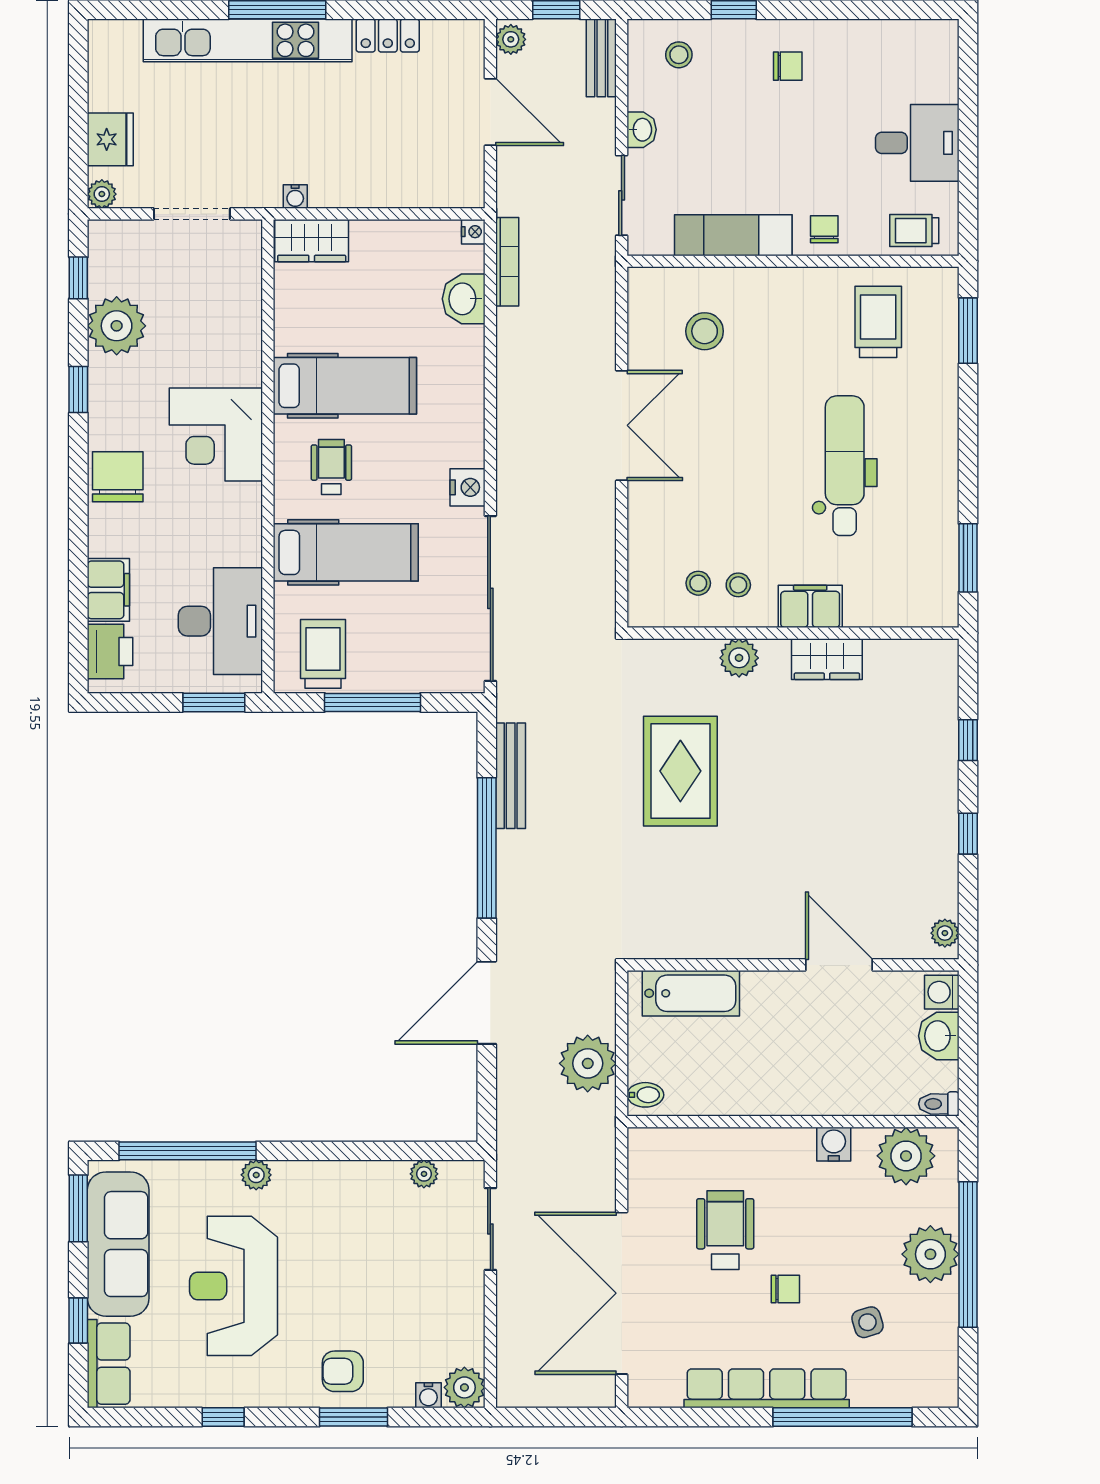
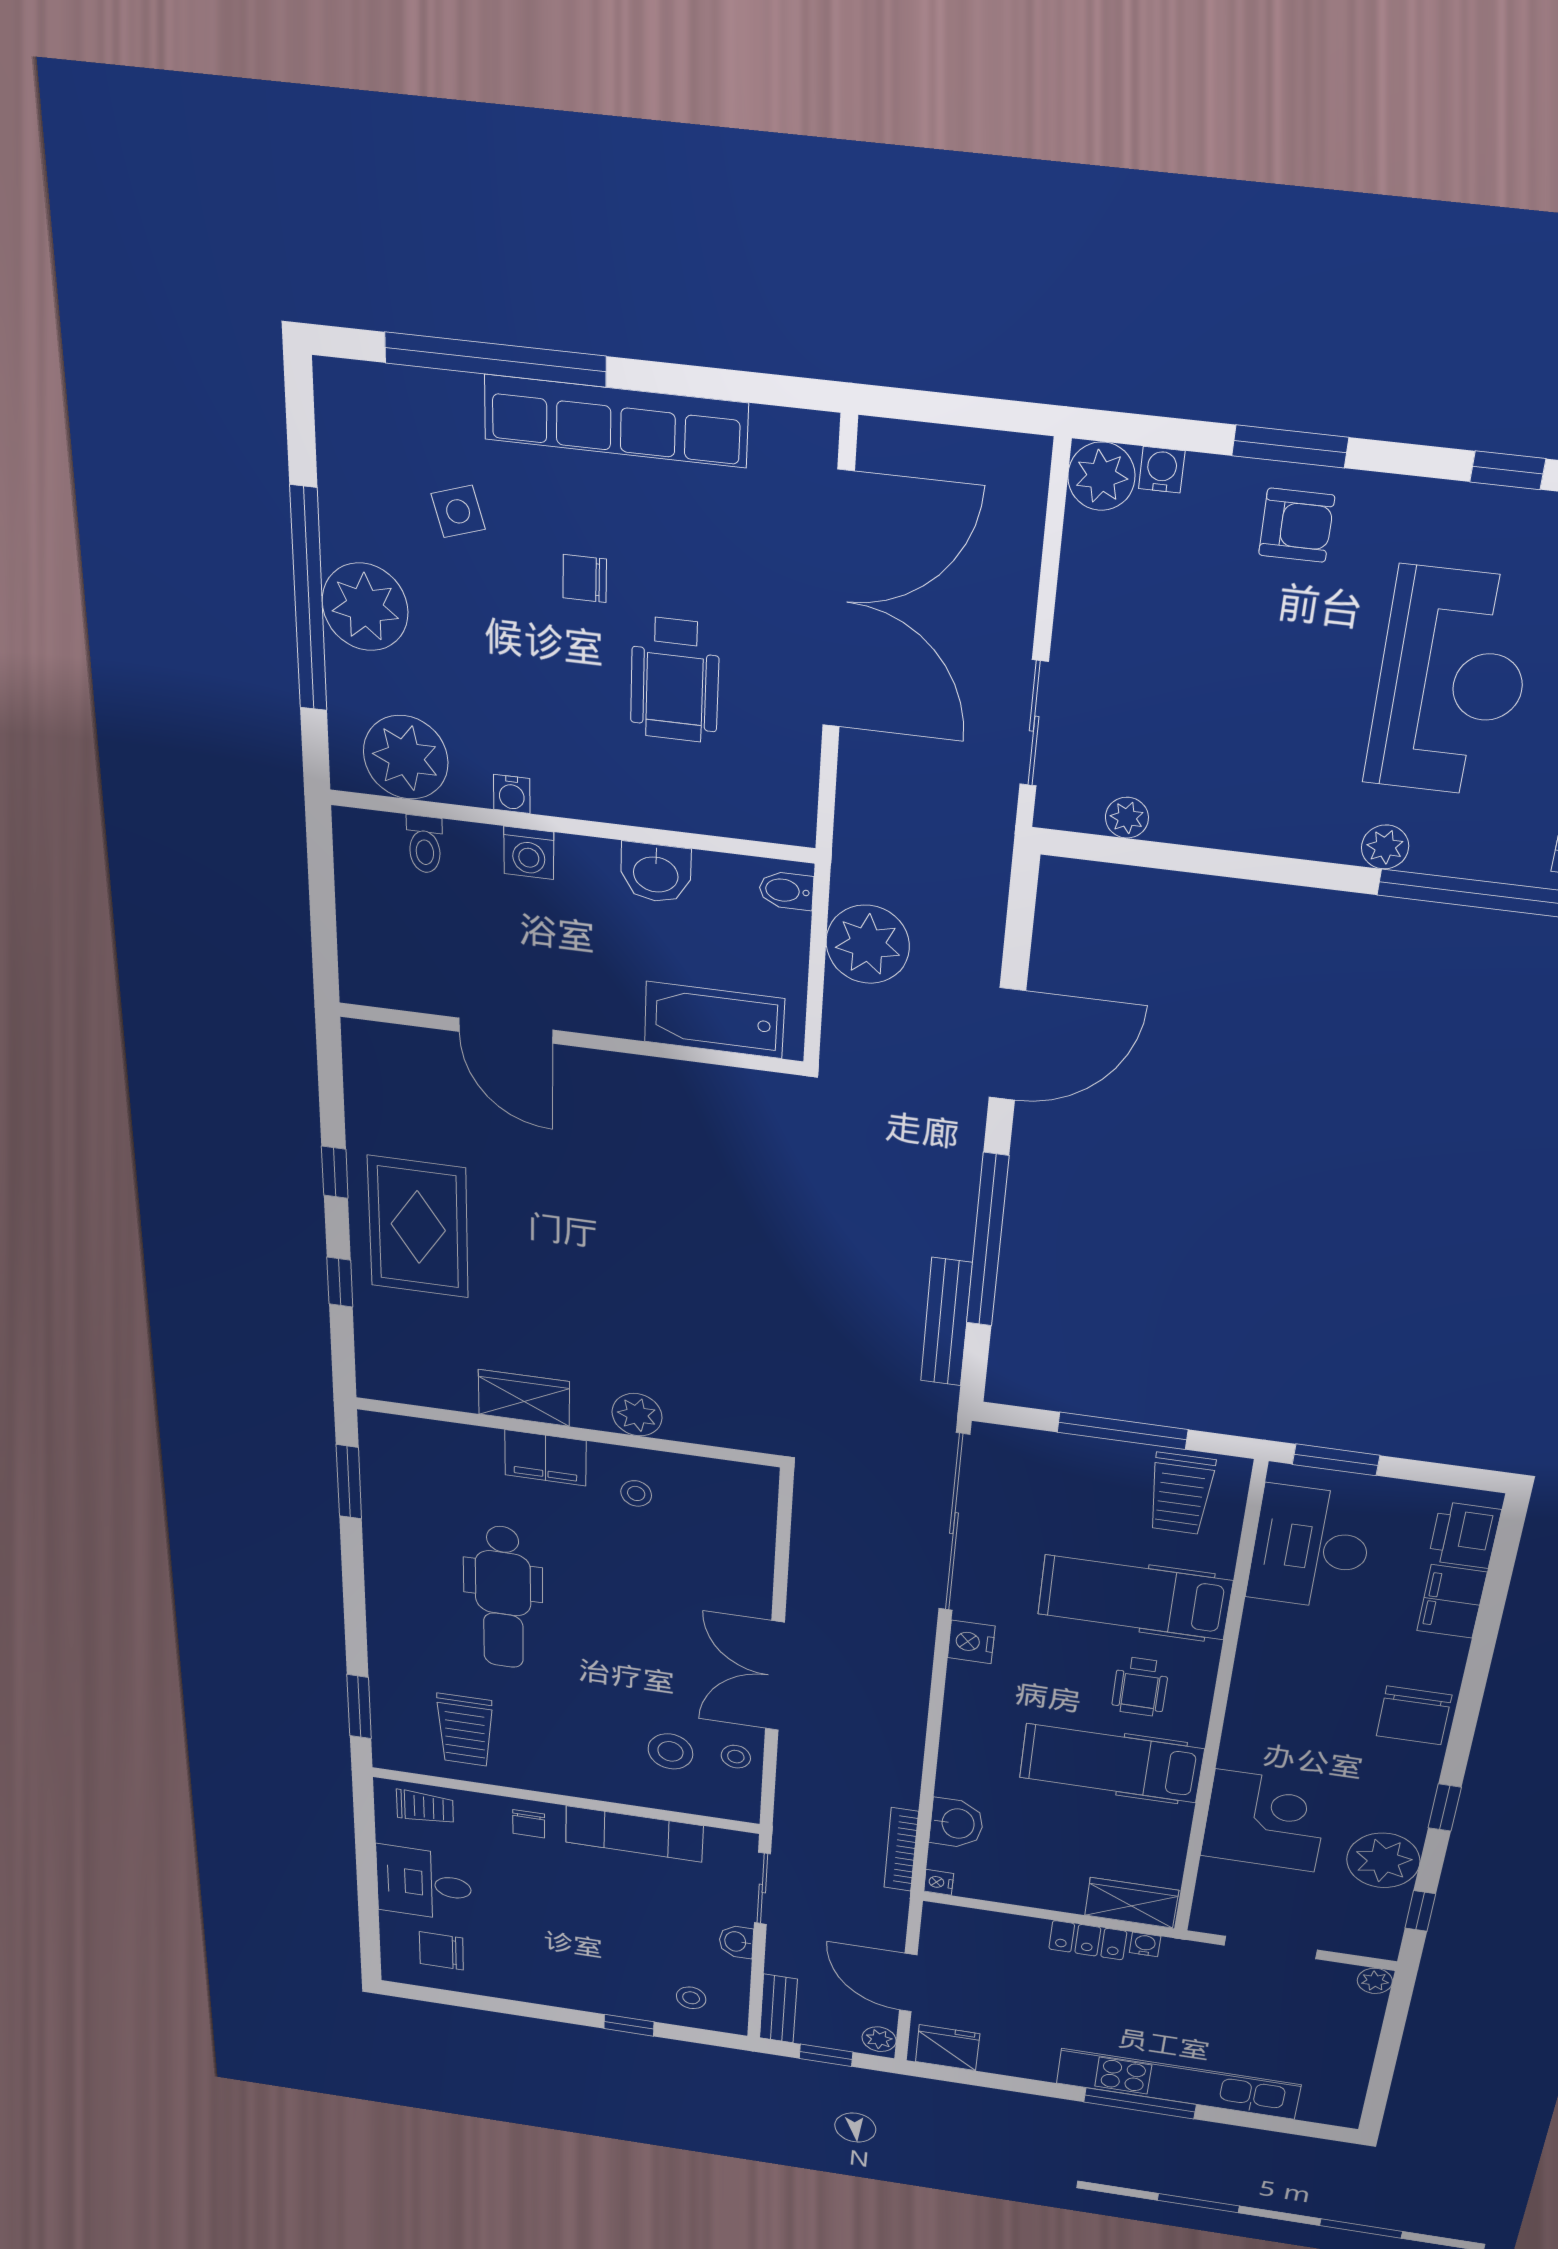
locker: (388, 36) -> (1088, 1940), moved, turned 180
chair: (788, 66) -> (441, 1951), moved, width x1.37, depth x1.37
fridge: (110, 139) -> (947, 2048), moved, turned 90
corner desk: (216, 434) -> (1265, 1821), moved
stool: (698, 583) -> (736, 1757), moved
rug: (680, 771) -> (418, 1227), moved
plant: (945, 933) -> (361, 1053), removed
washing machine: (942, 992) -> (529, 853), moved, turned 90
washbasin: (939, 1036) -> (656, 873), moved, turned 90
toilet: (939, 1104) -> (425, 844), moved, turned 90
water cooler: (834, 1144) -> (512, 794), width x0.72, depth x0.72

